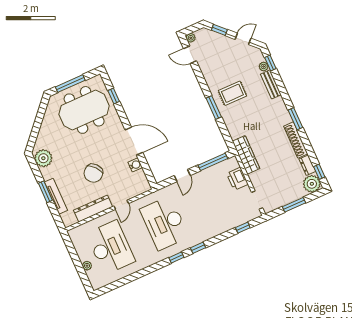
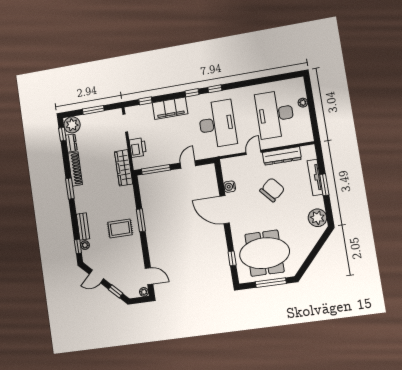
filing cabinet: (216, 227) -> (170, 108), added

